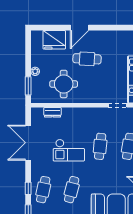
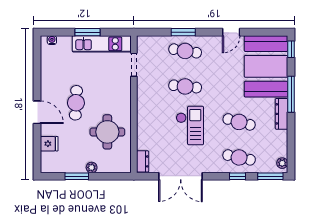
fridge: (54, 40) -> (49, 144), width x0.53, depth x0.75
window: (28, 86) -> (77, 176), moved
dresser: (52, 112) -> (143, 161), moved

